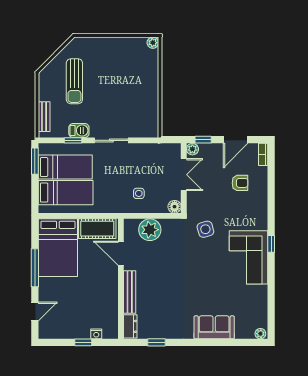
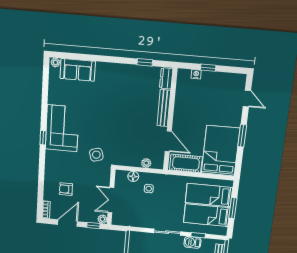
window: (35, 161) -> (233, 208), moved
floor lamp: (175, 207) -> (133, 176), moved
plant: (150, 230) -> (146, 163), width x0.53, depth x0.53
window: (35, 268) -> (242, 136), width x0.69
door: (35, 311) -> (247, 98), swing flipped
sofa: (214, 327) -> (78, 70), moved

